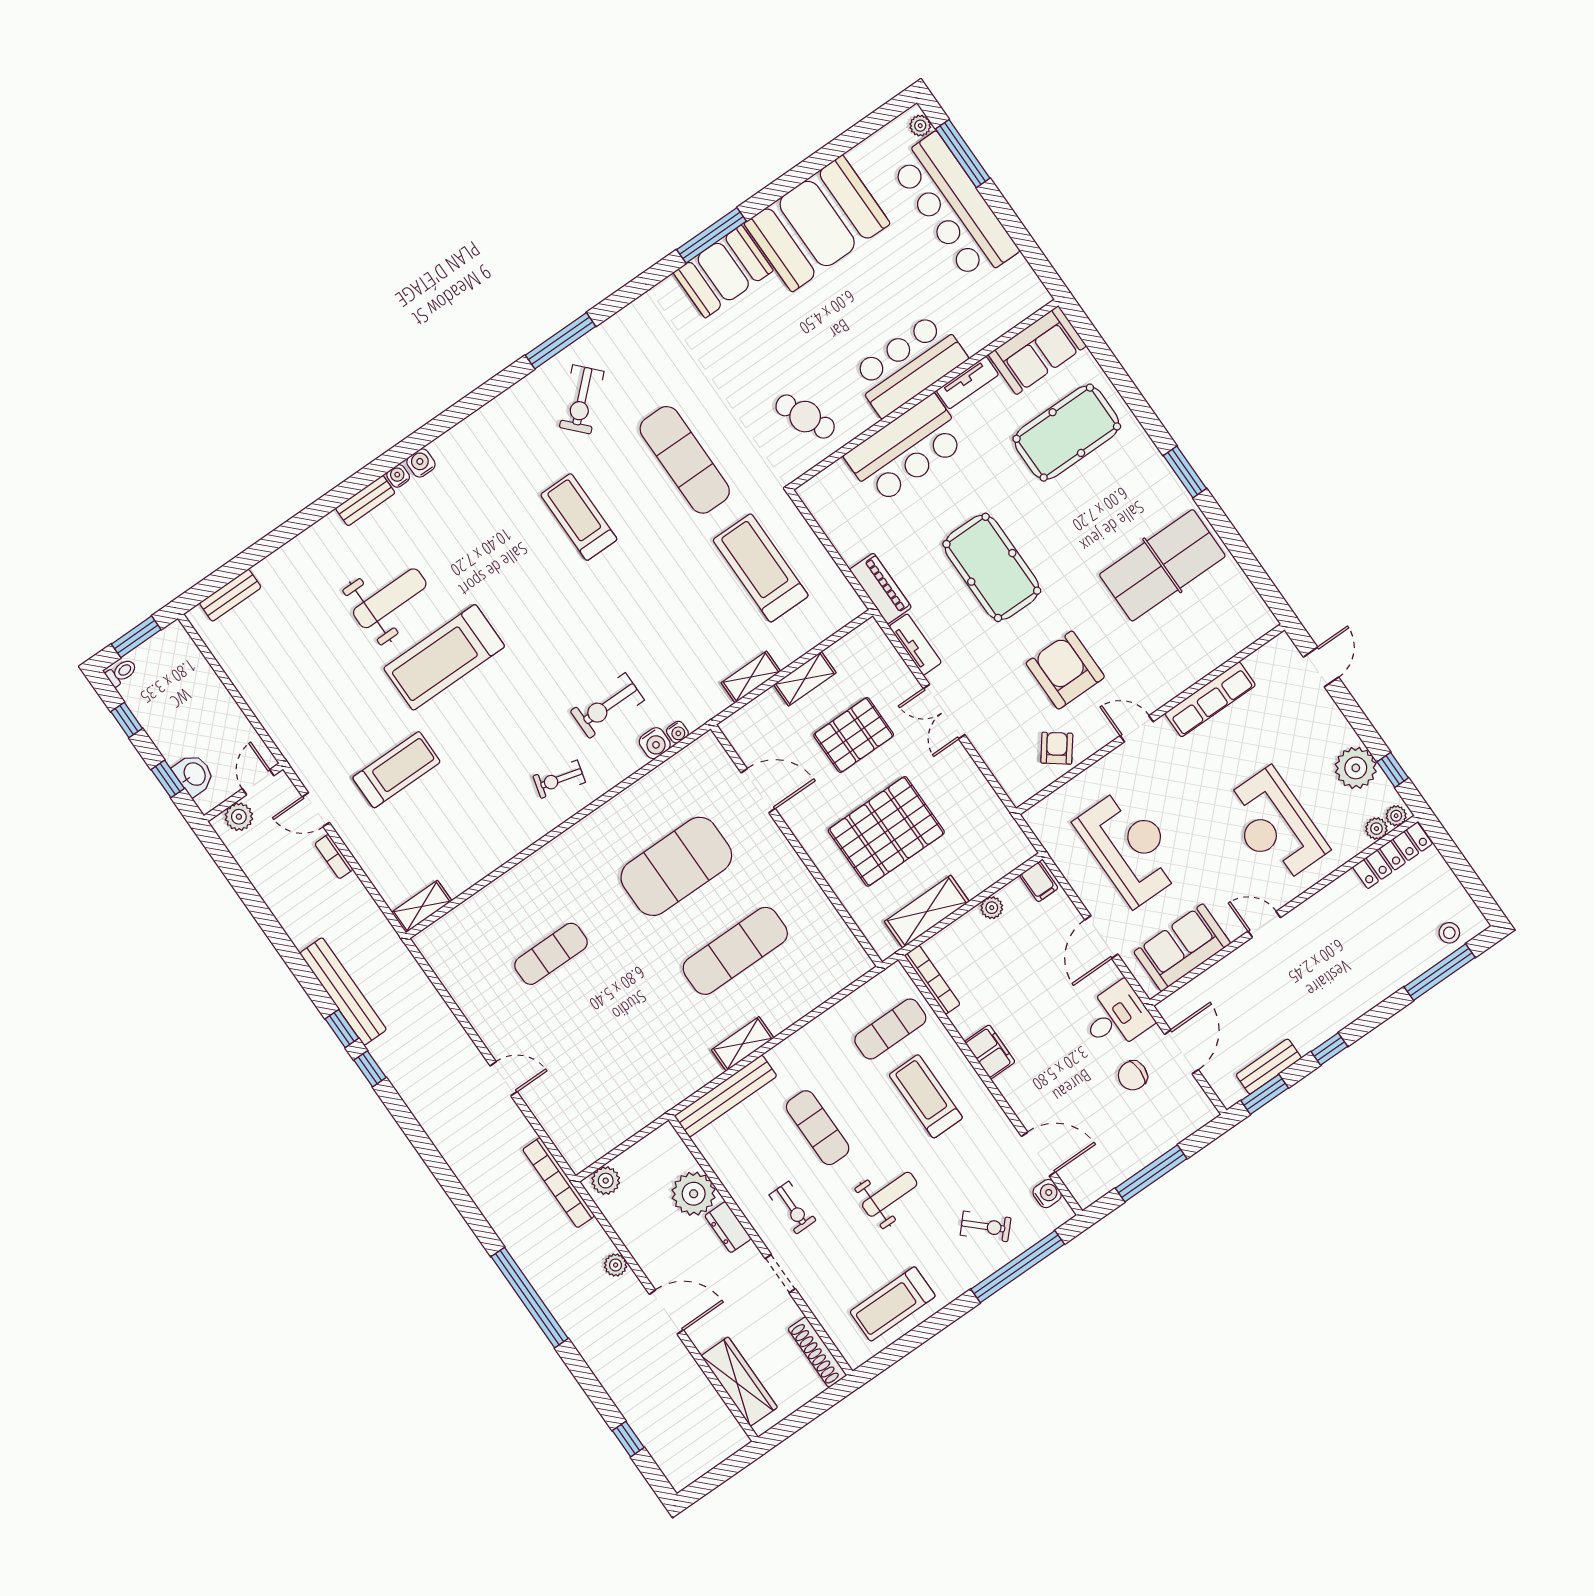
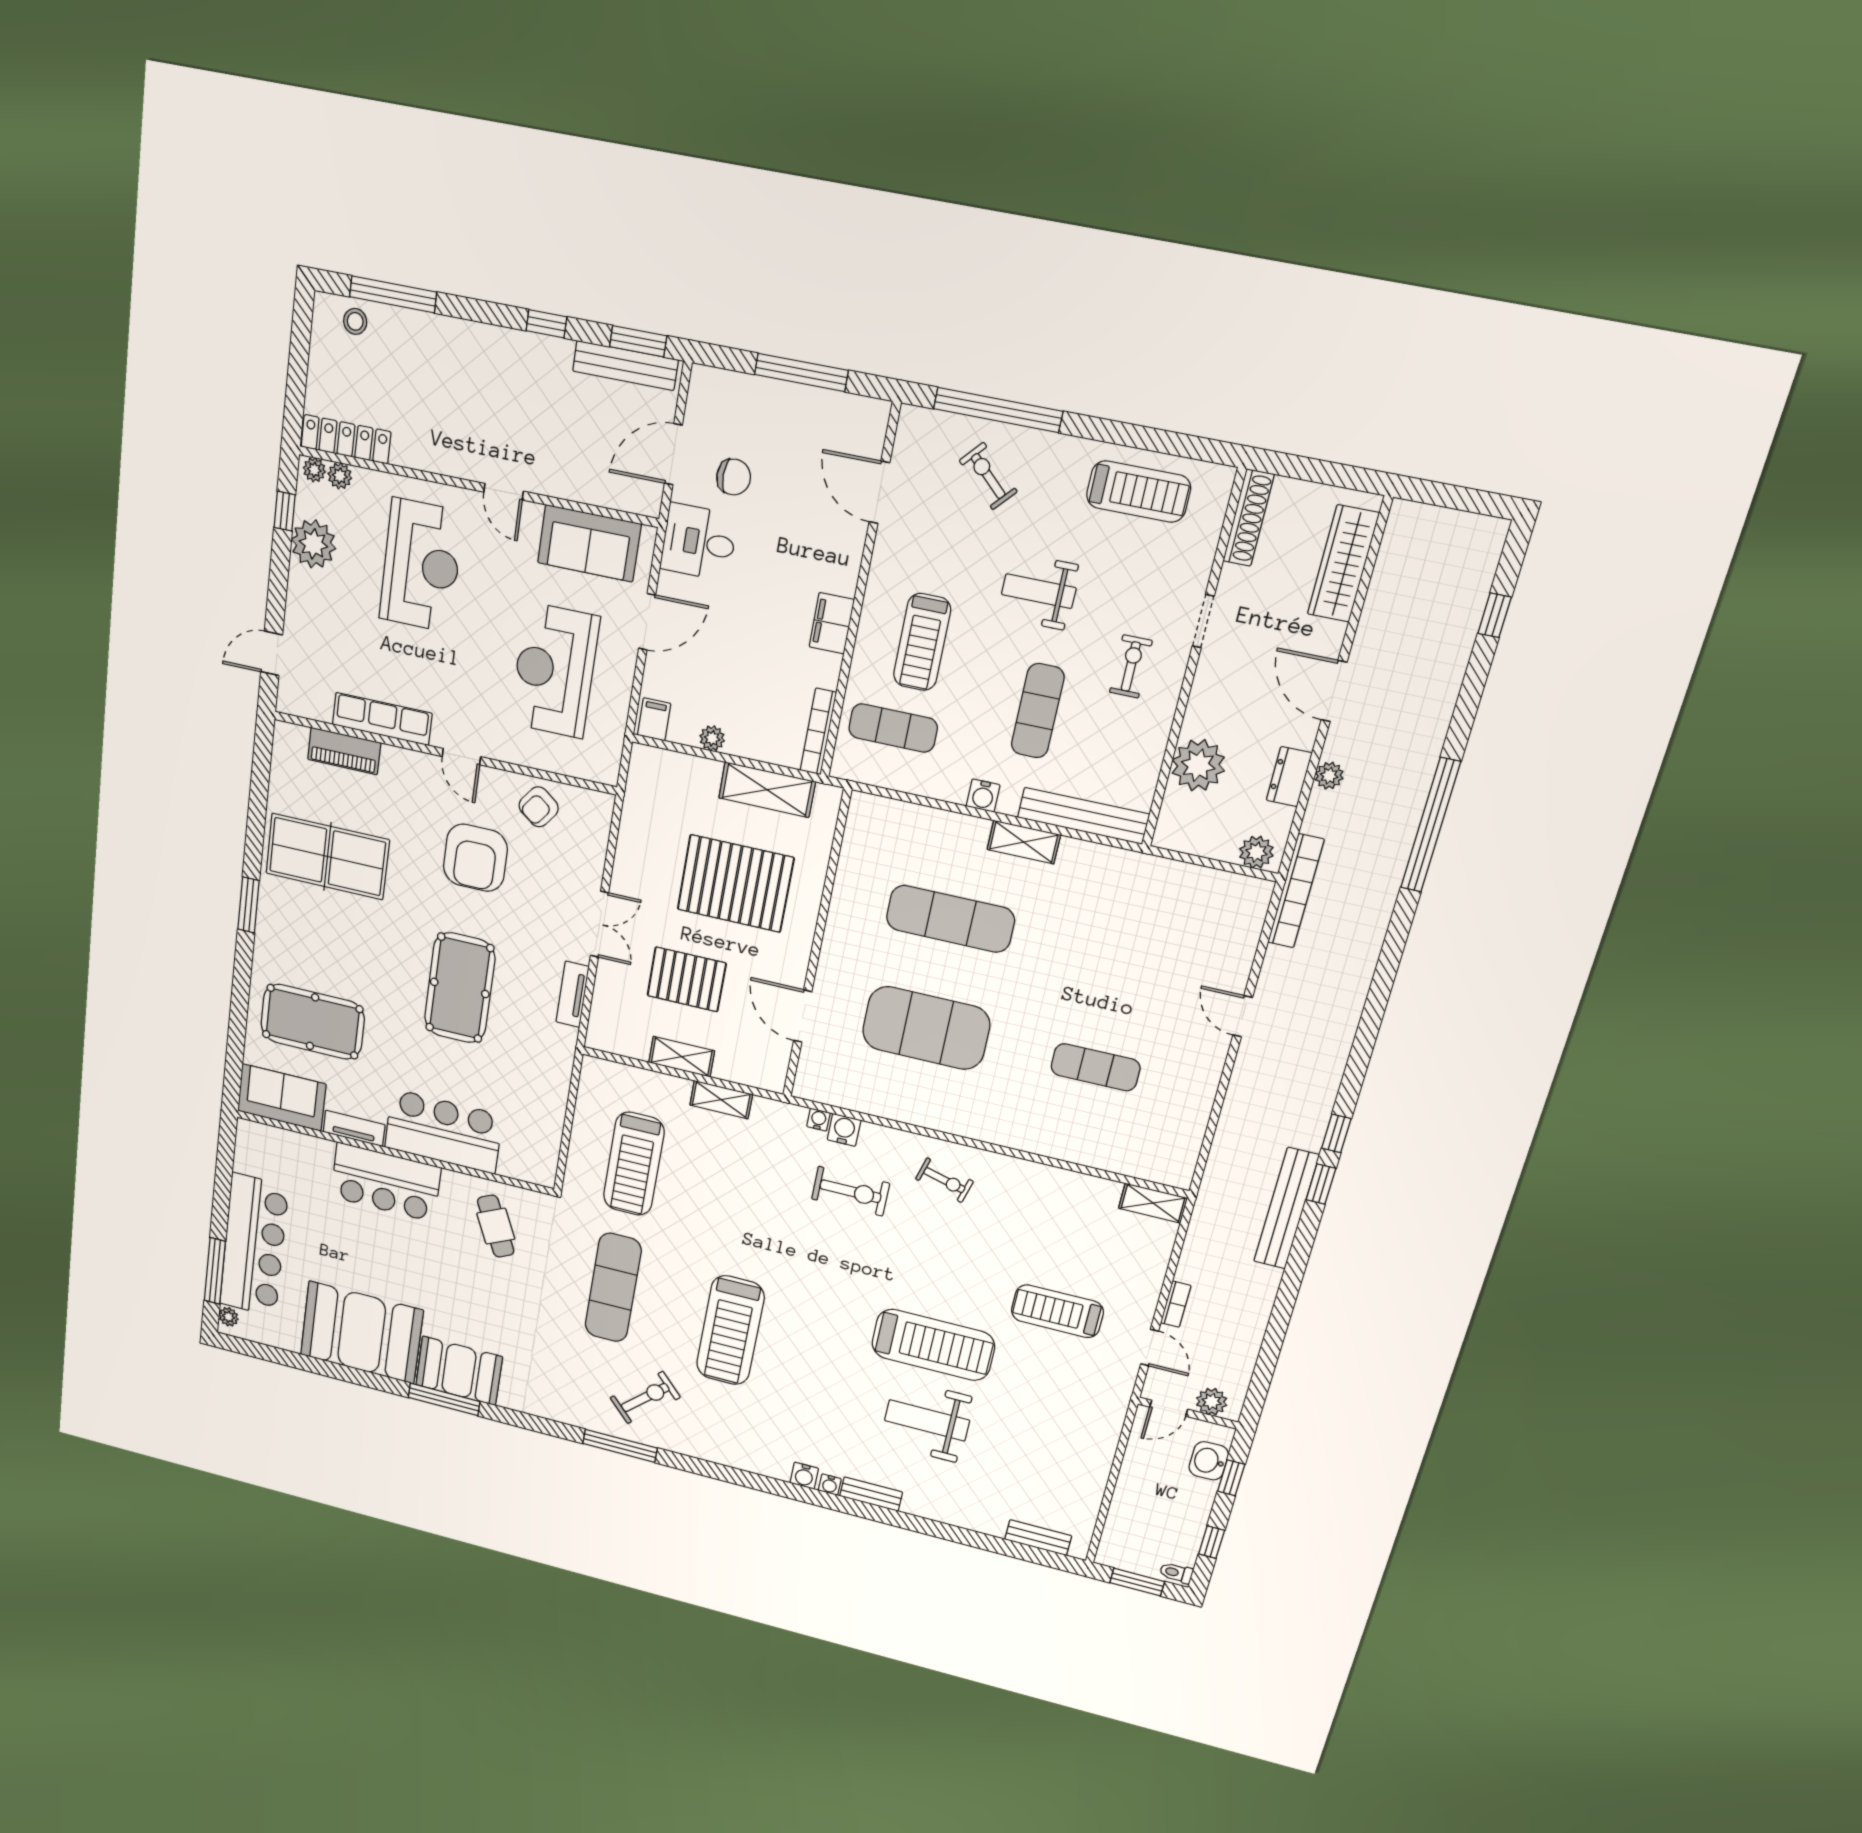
treadmill: (579, 517) -> (730, 1330), width x1.37, depth x1.37
piano: (880, 588) -> (344, 751), moved, turned -90
bench: (1269, 1066) -> (625, 365), width x1.36
water cooler: (1047, 1194) -> (983, 796), moved, turned -90
dresser: (728, 1227) -> (1289, 777), moved, turned 180

